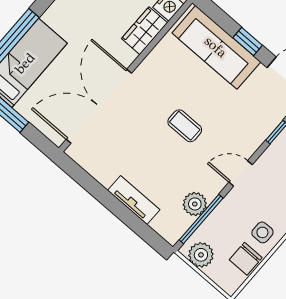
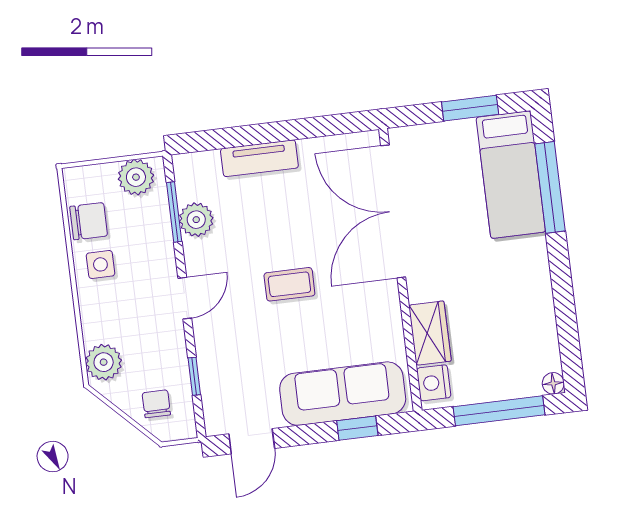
window: (248, 41) -> (357, 428), moved
double door: (99, 106) -> (393, 211), swing flipped
window: (201, 219) -> (174, 212), width x0.69
chair: (246, 259) -> (89, 221), turned 90

